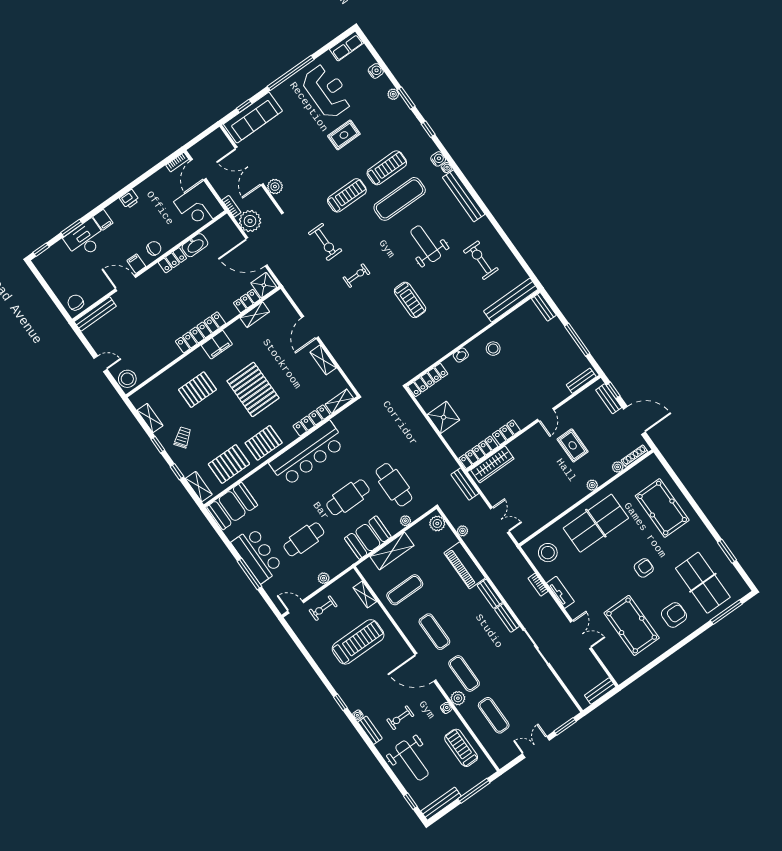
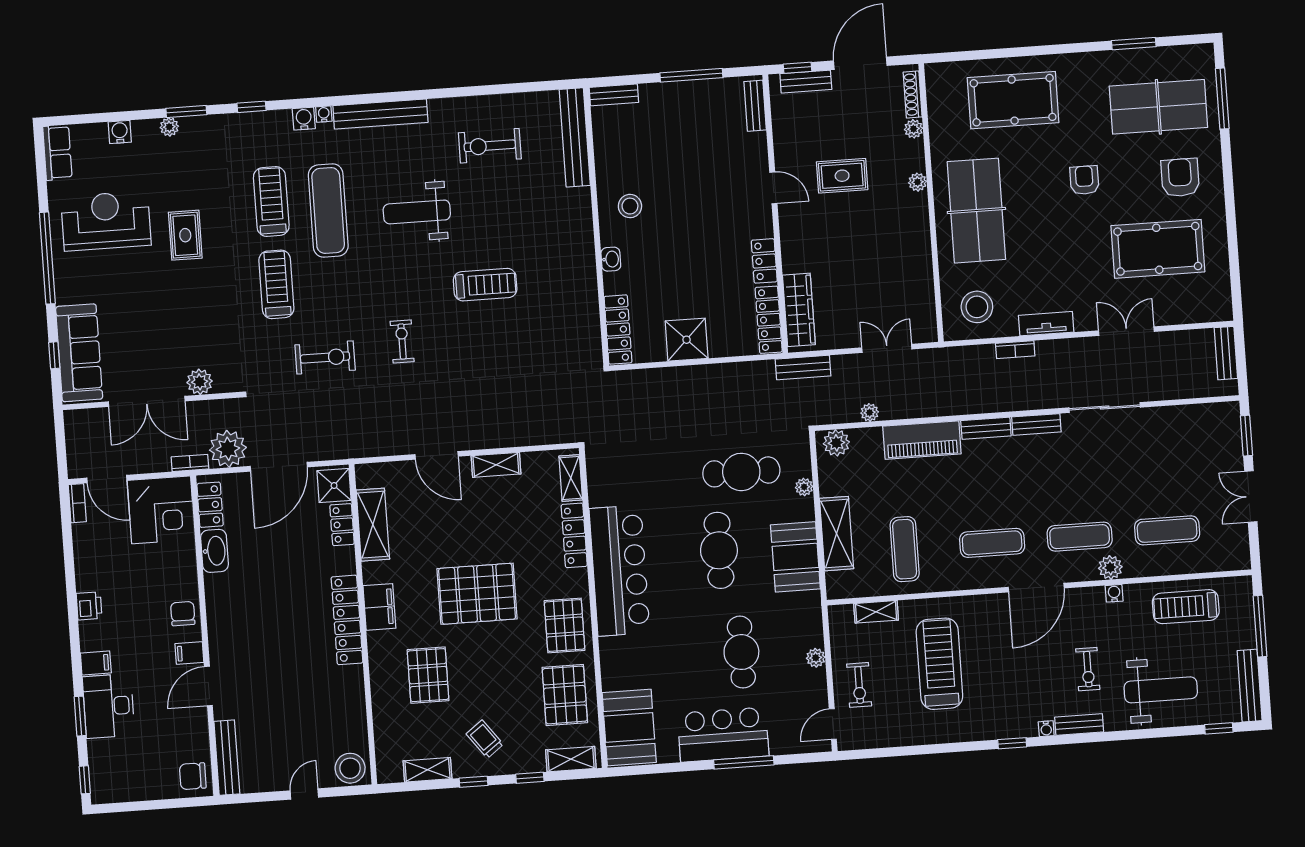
locker: (172, 260) -> (210, 505), moved
shelving: (255, 315) -> (373, 525), width x1.50, depth x1.33

